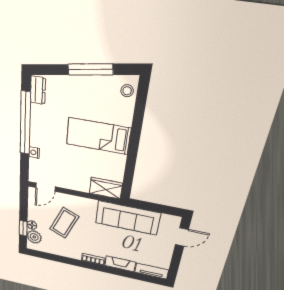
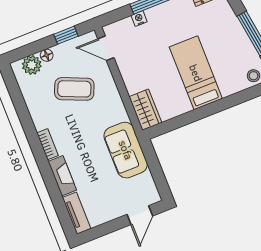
sofa: (128, 218) -> (126, 150), width x0.73
window: (23, 228) -> (66, 35), moved
door: (182, 237) -> (140, 215), hinge flipped

